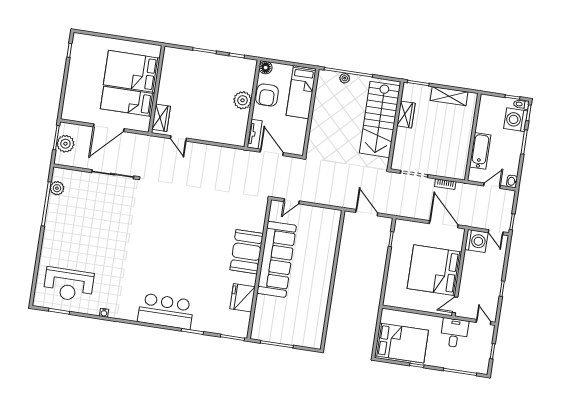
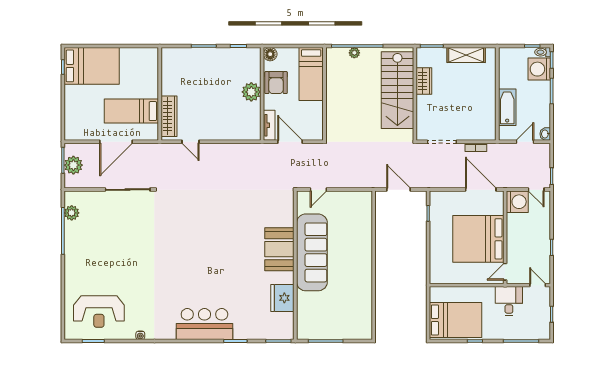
bed: (132, 71) -> (92, 66), moved, turned 180
wardrobe: (161, 118) -> (169, 116), width x1.50

